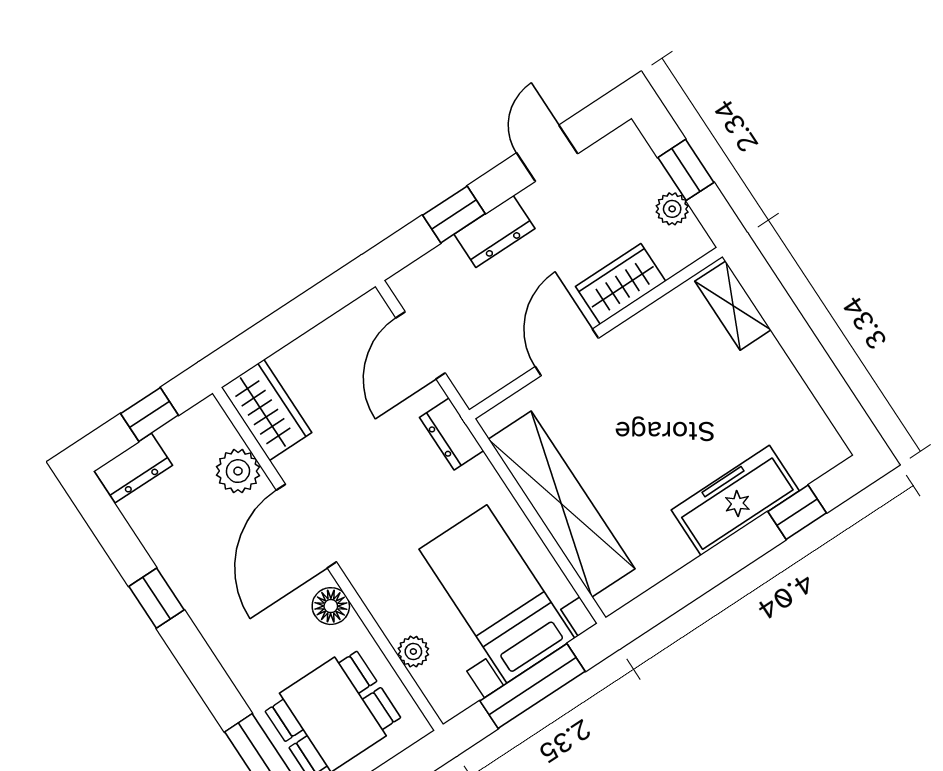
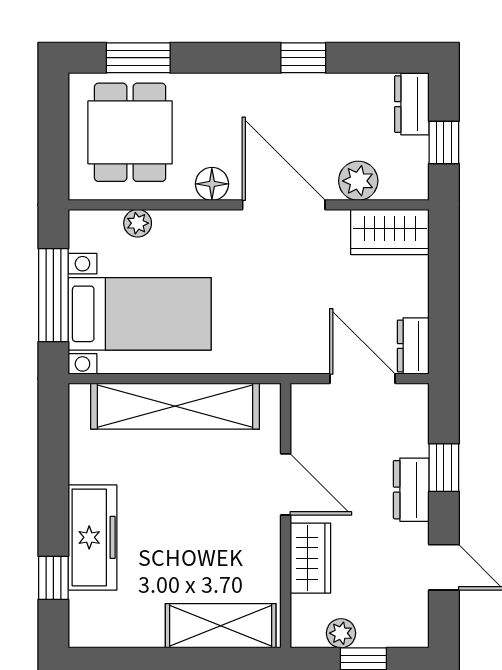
shelving: (733, 306) -> (221, 626), width x1.50, depth x1.33
dresser: (452, 434) -> (413, 346), moved, turned -90

